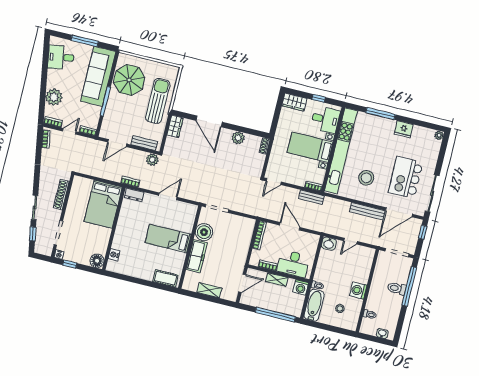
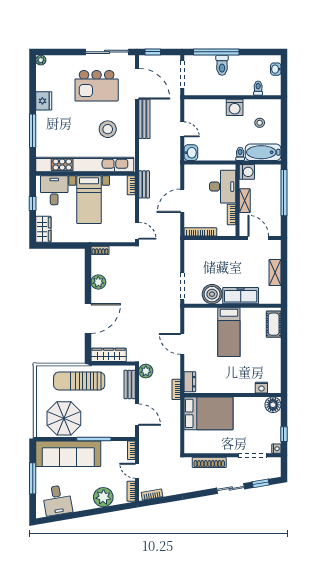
wardrobe: (175, 126) -> (109, 355), width x1.50

